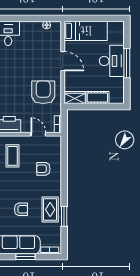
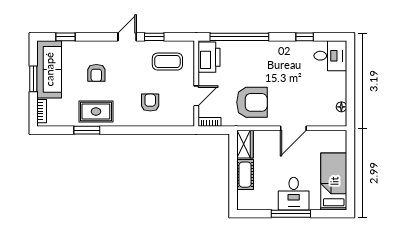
bed: (86, 31) -> (334, 181), moved, turned 180
desk: (112, 61) -> (294, 194), width x0.73

